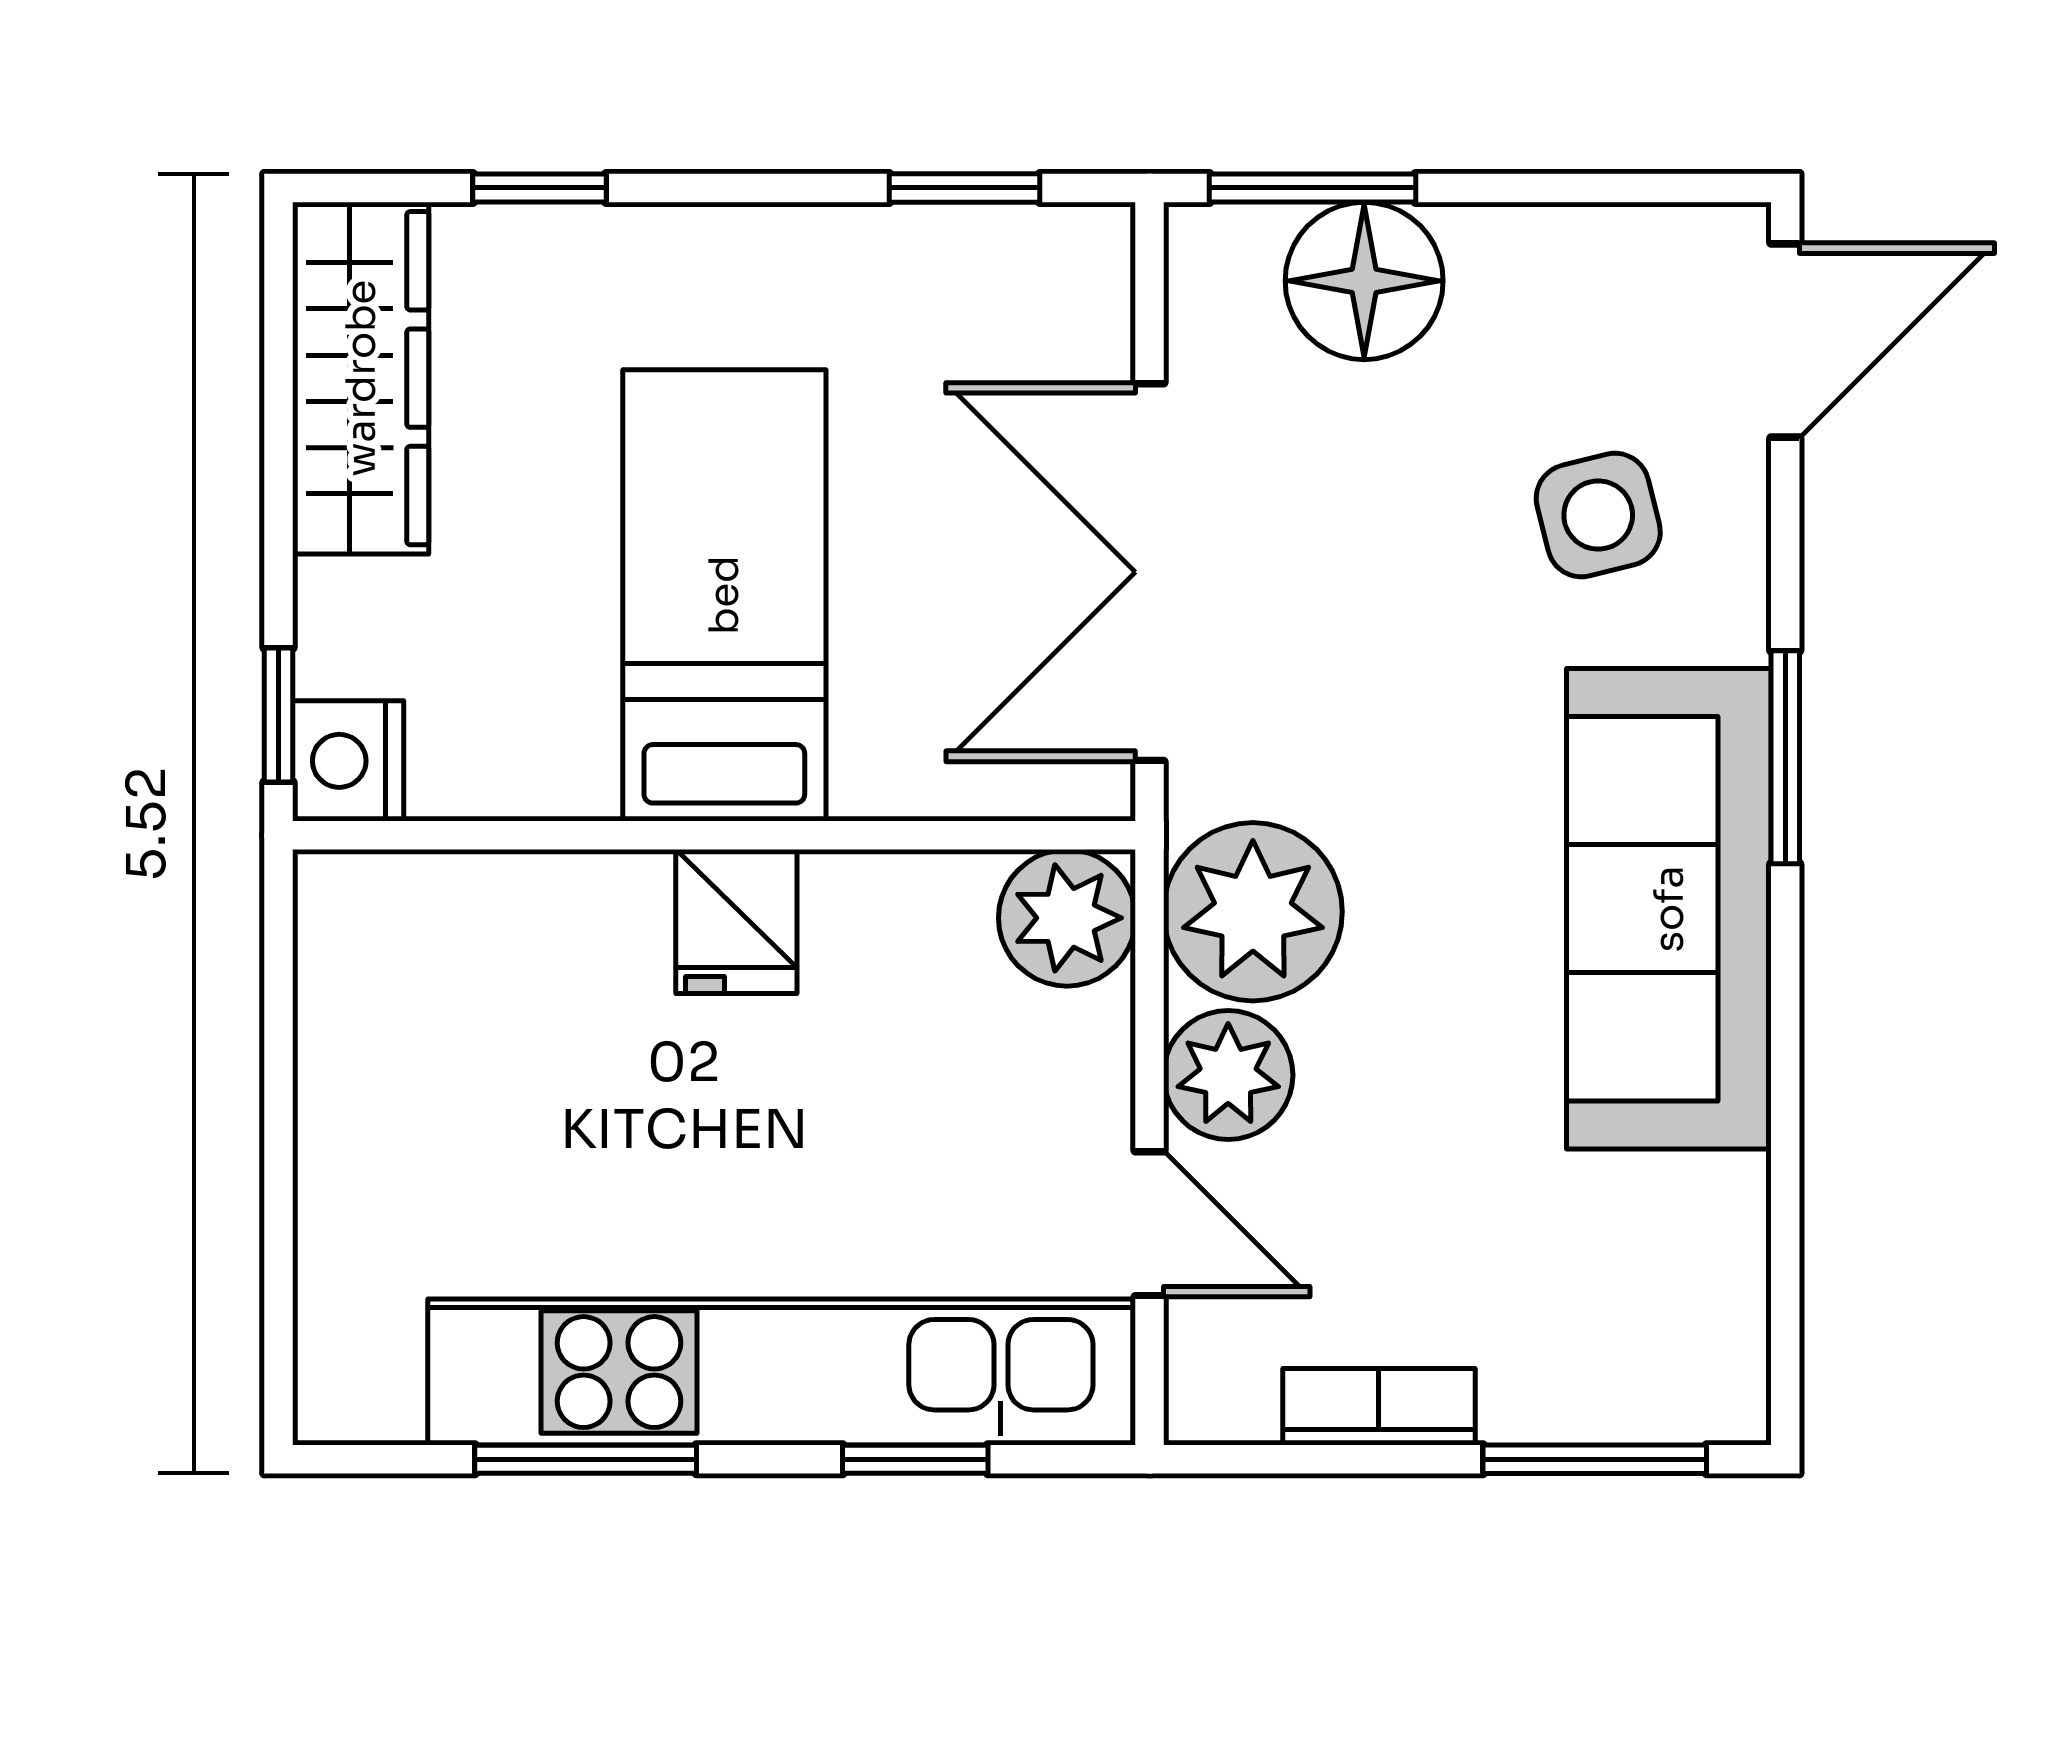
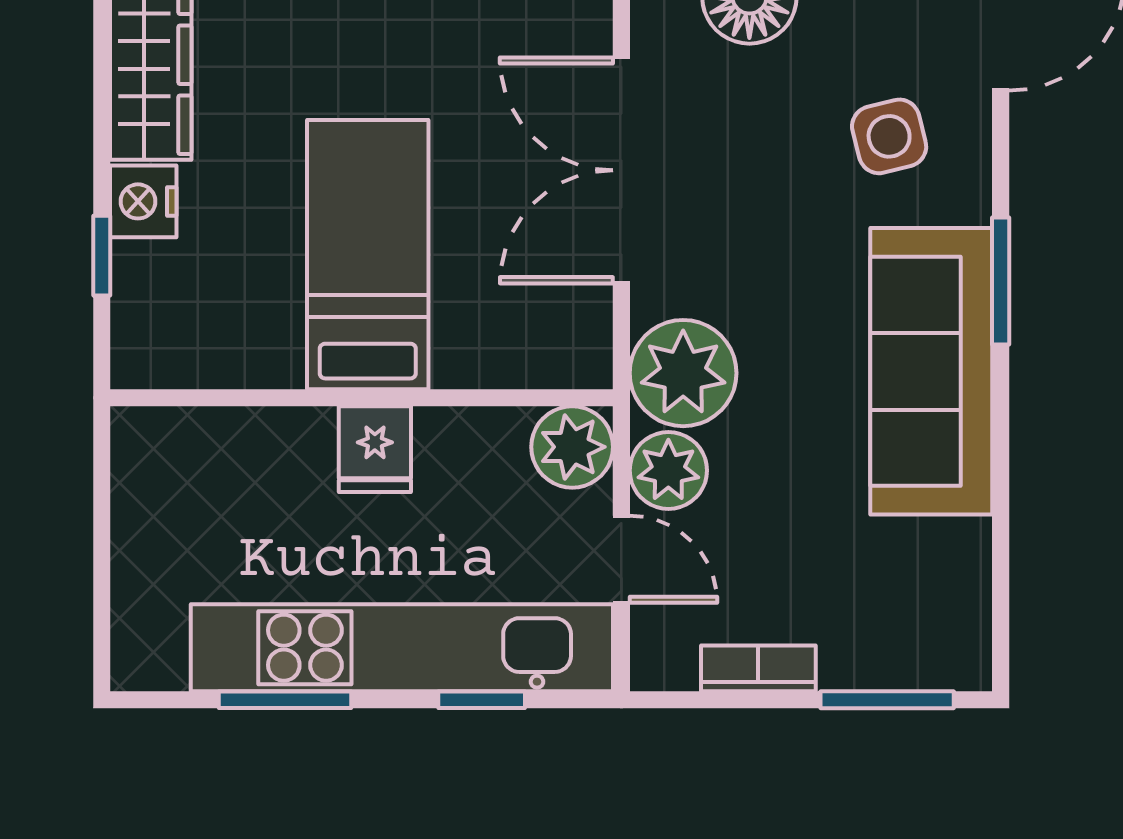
bed: (724, 595) -> (368, 255), moved
nightstand: (348, 761) -> (143, 201), moved
wall: (714, 835) -> (362, 398), moved
plant: (1067, 918) -> (572, 447), moved
fridge: (736, 922) -> (375, 449), moved

